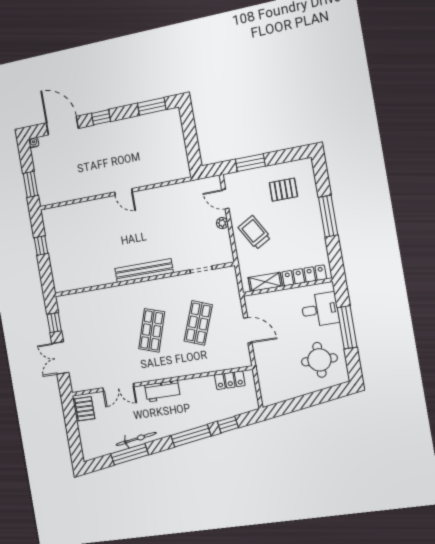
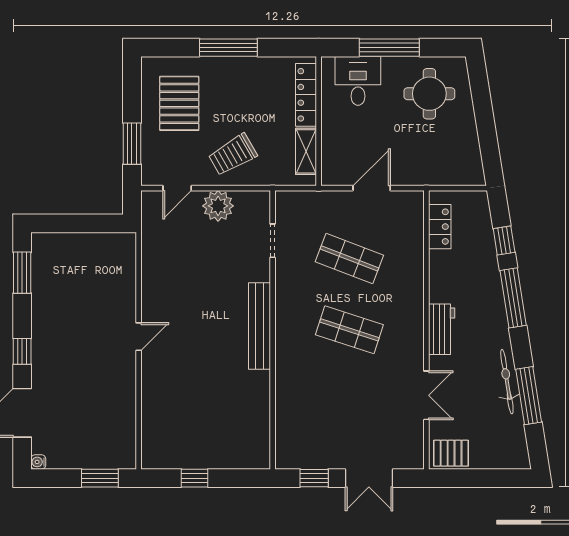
pallet: (283, 190) -> (179, 103), width x1.50, depth x1.42
plant: (222, 223) -> (218, 206), width x1.88, depth x1.88

